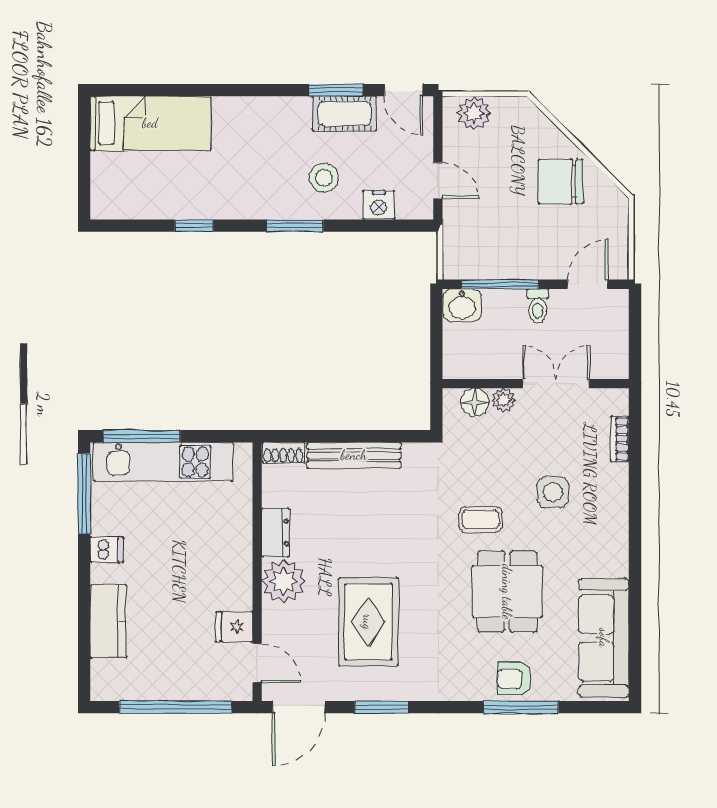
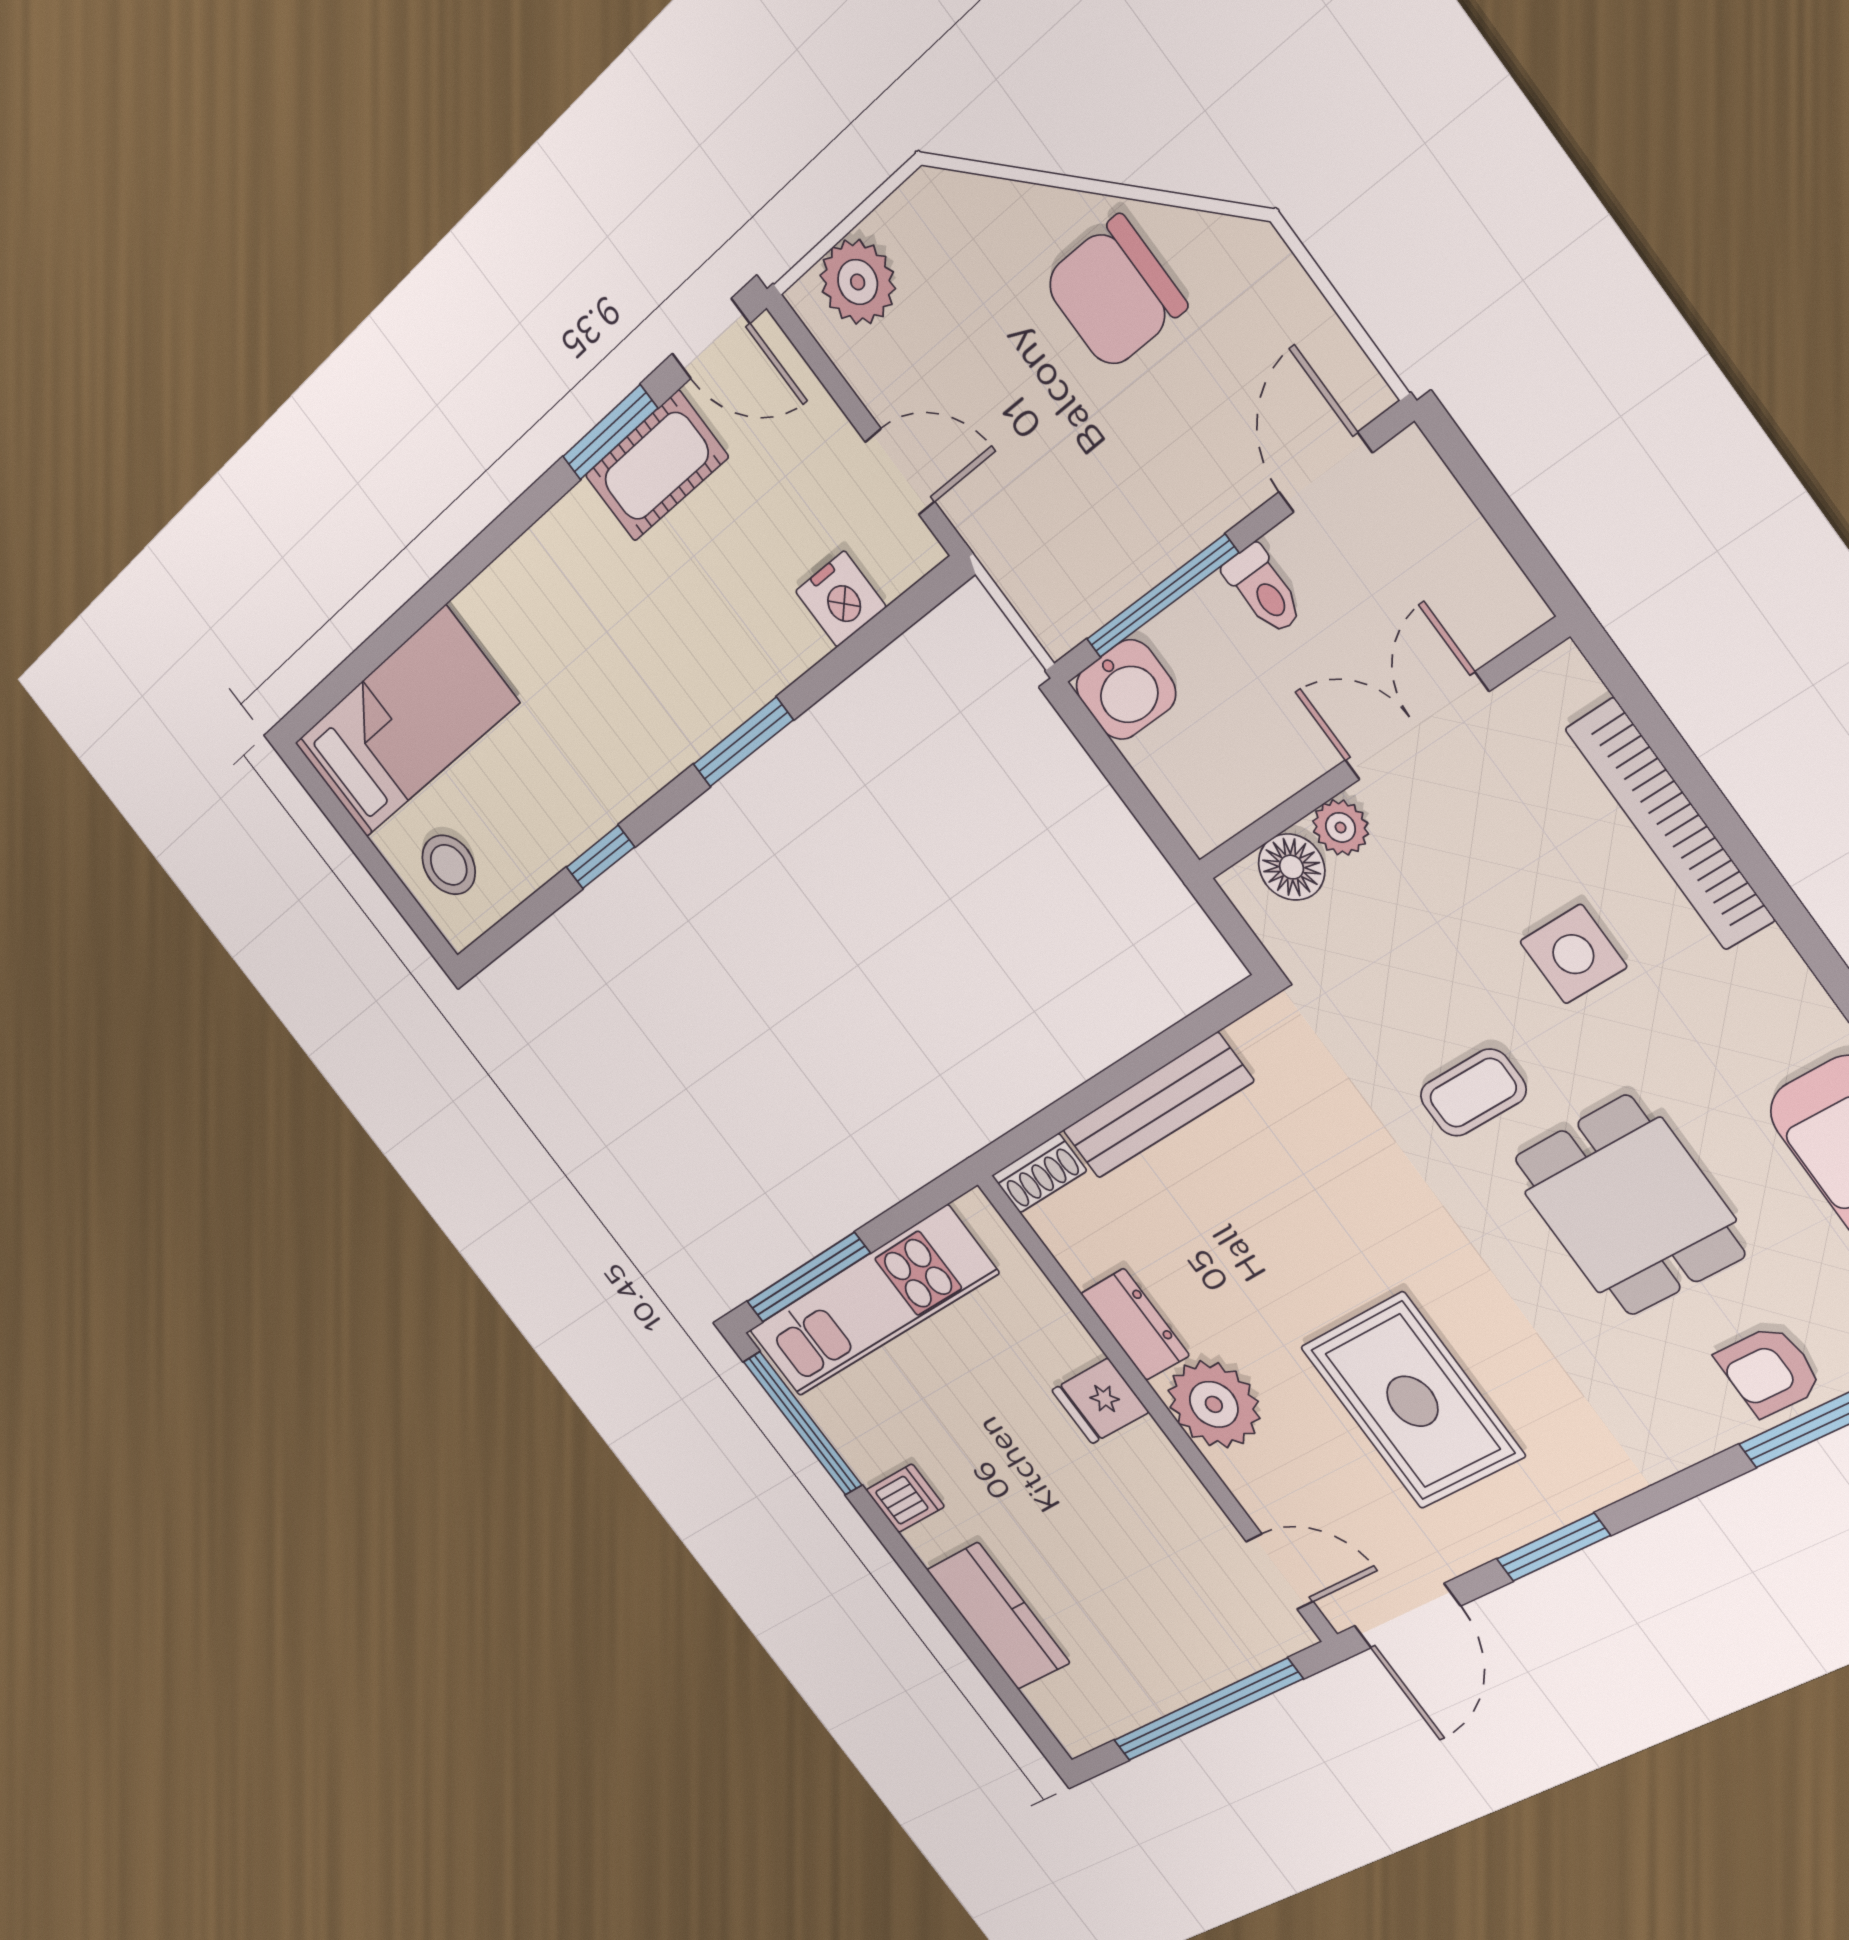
stool: (324, 178) -> (449, 865), moved
bookcase: (620, 439) -> (1670, 825), width x2.31, depth x1.31
fridge: (234, 627) -> (1100, 1401), moved

